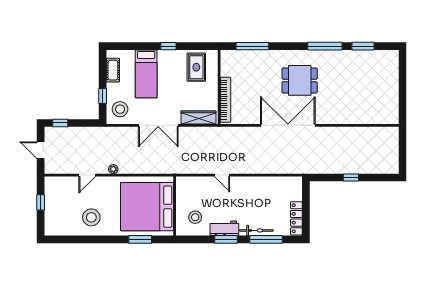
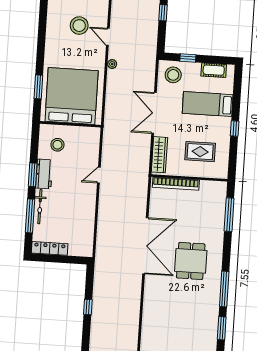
rug: (196, 67) -> (200, 152), moved
stool: (91, 217) -> (79, 26), moved

